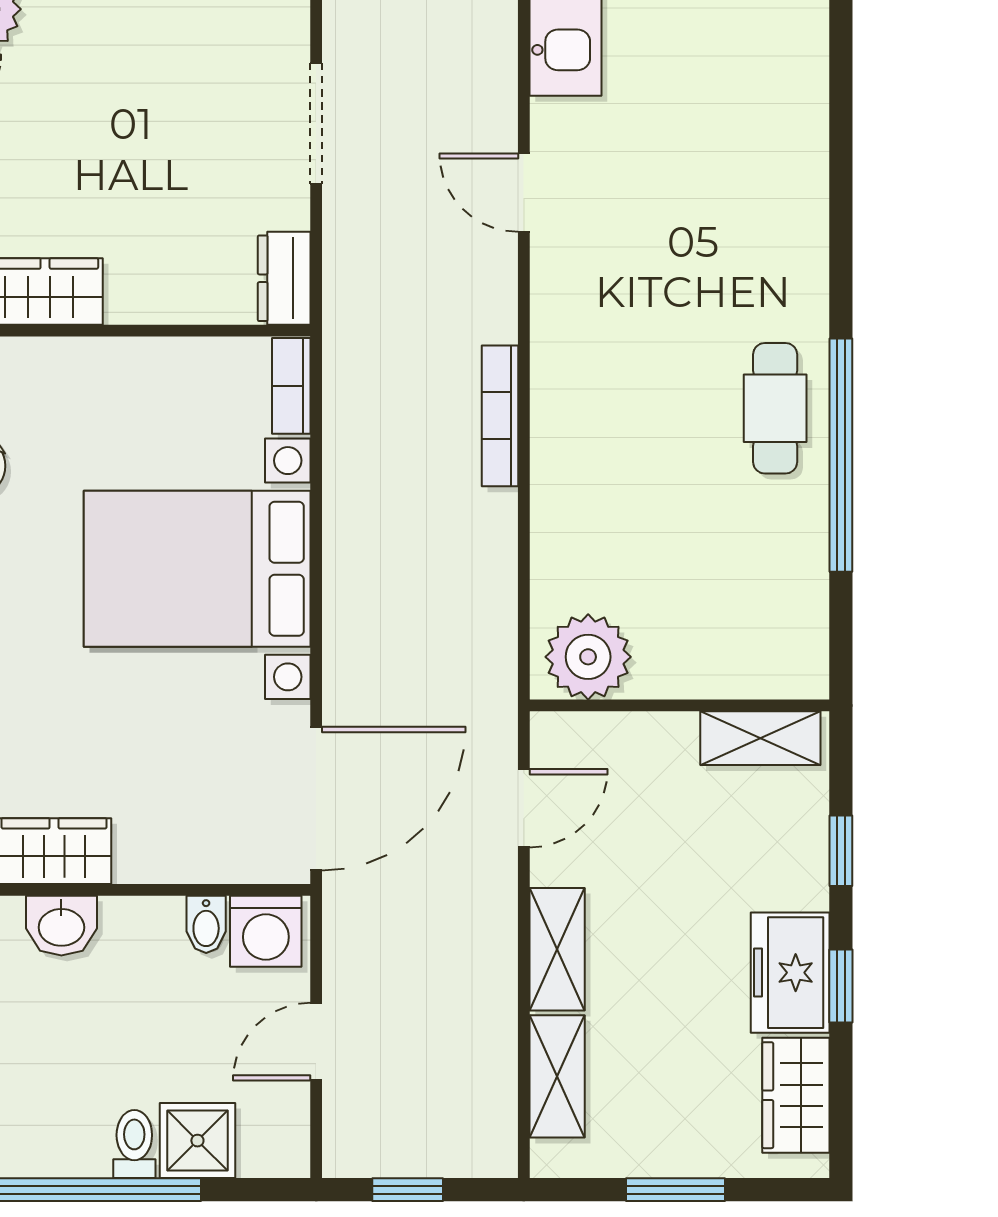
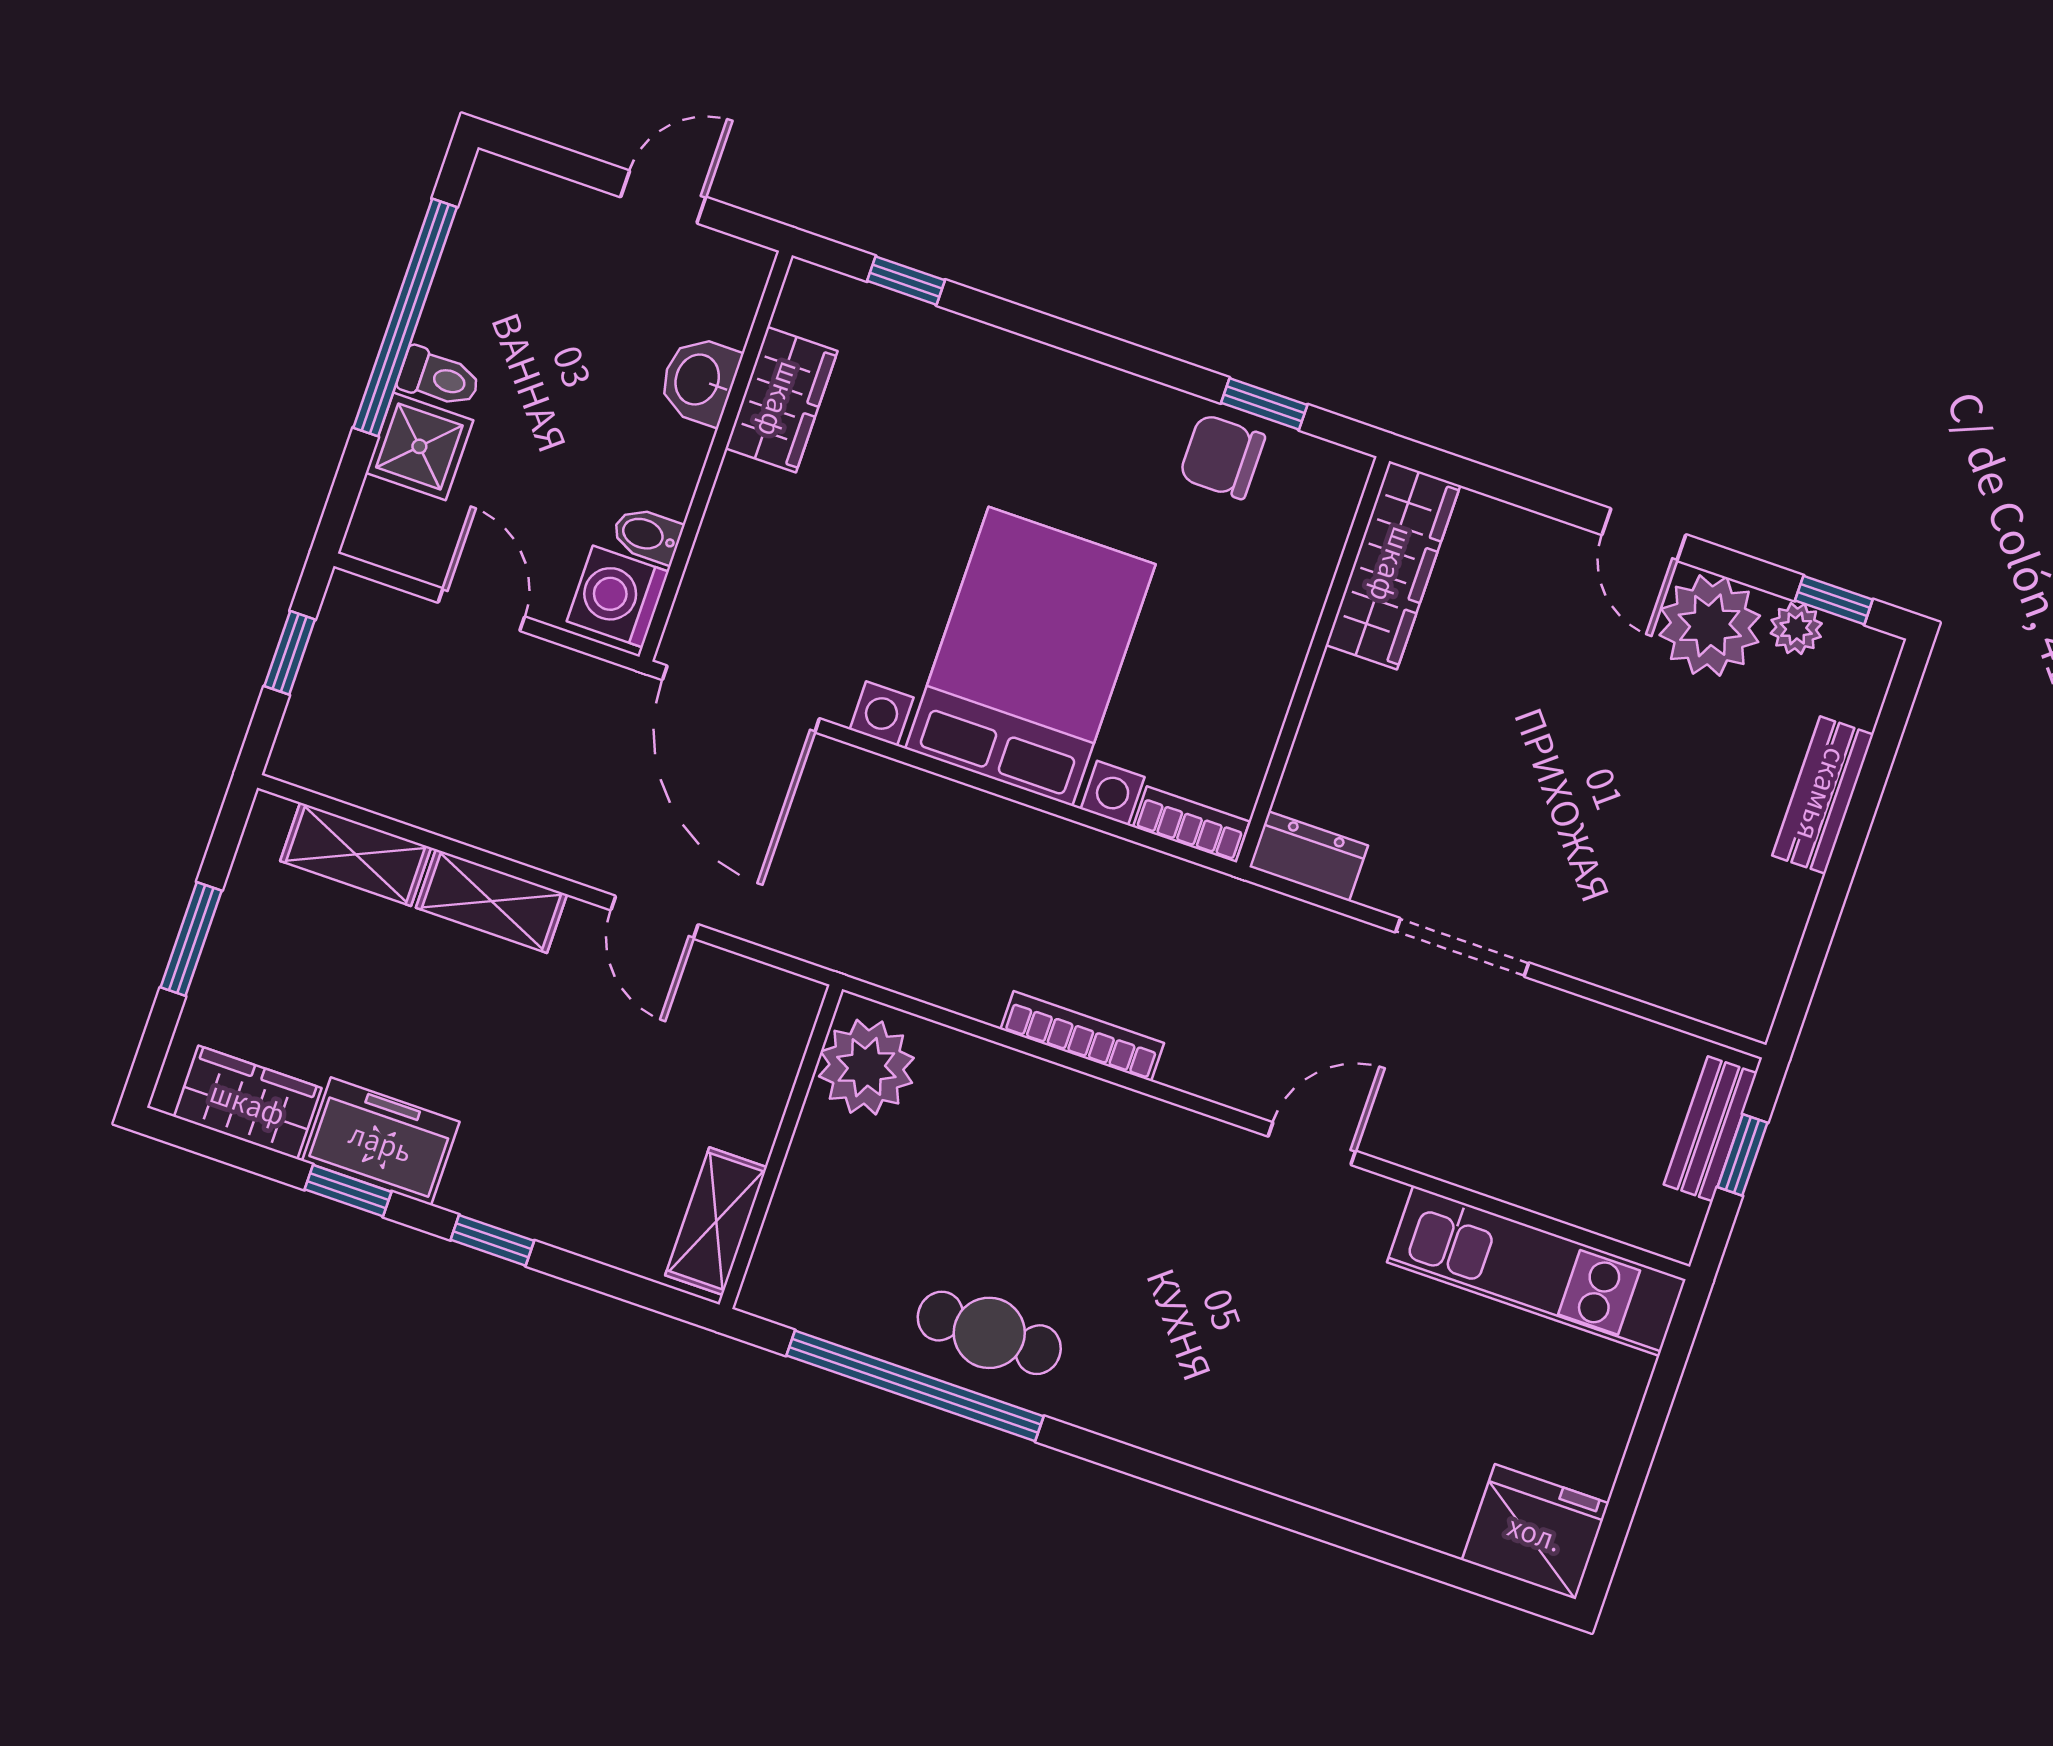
plant: (588, 657) -> (866, 1067), moved
wall: (679, 705) -> (781, 1147), moved
shelving: (760, 738) -> (716, 1221), moved

